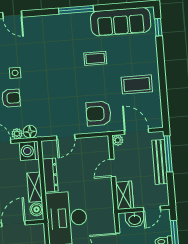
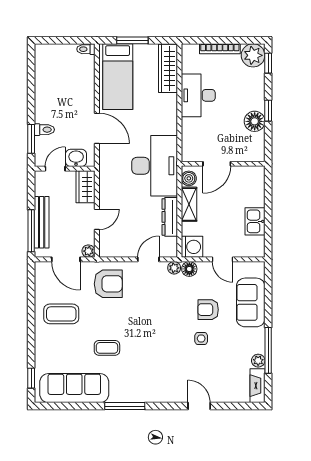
plant: (17, 134) -> (174, 268), moved

